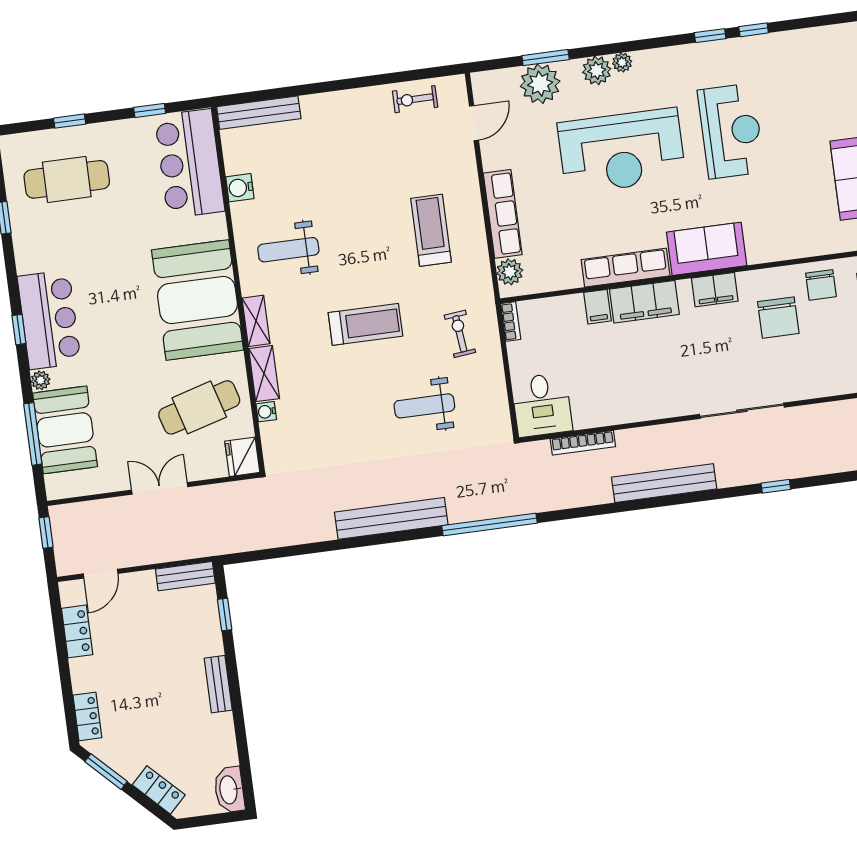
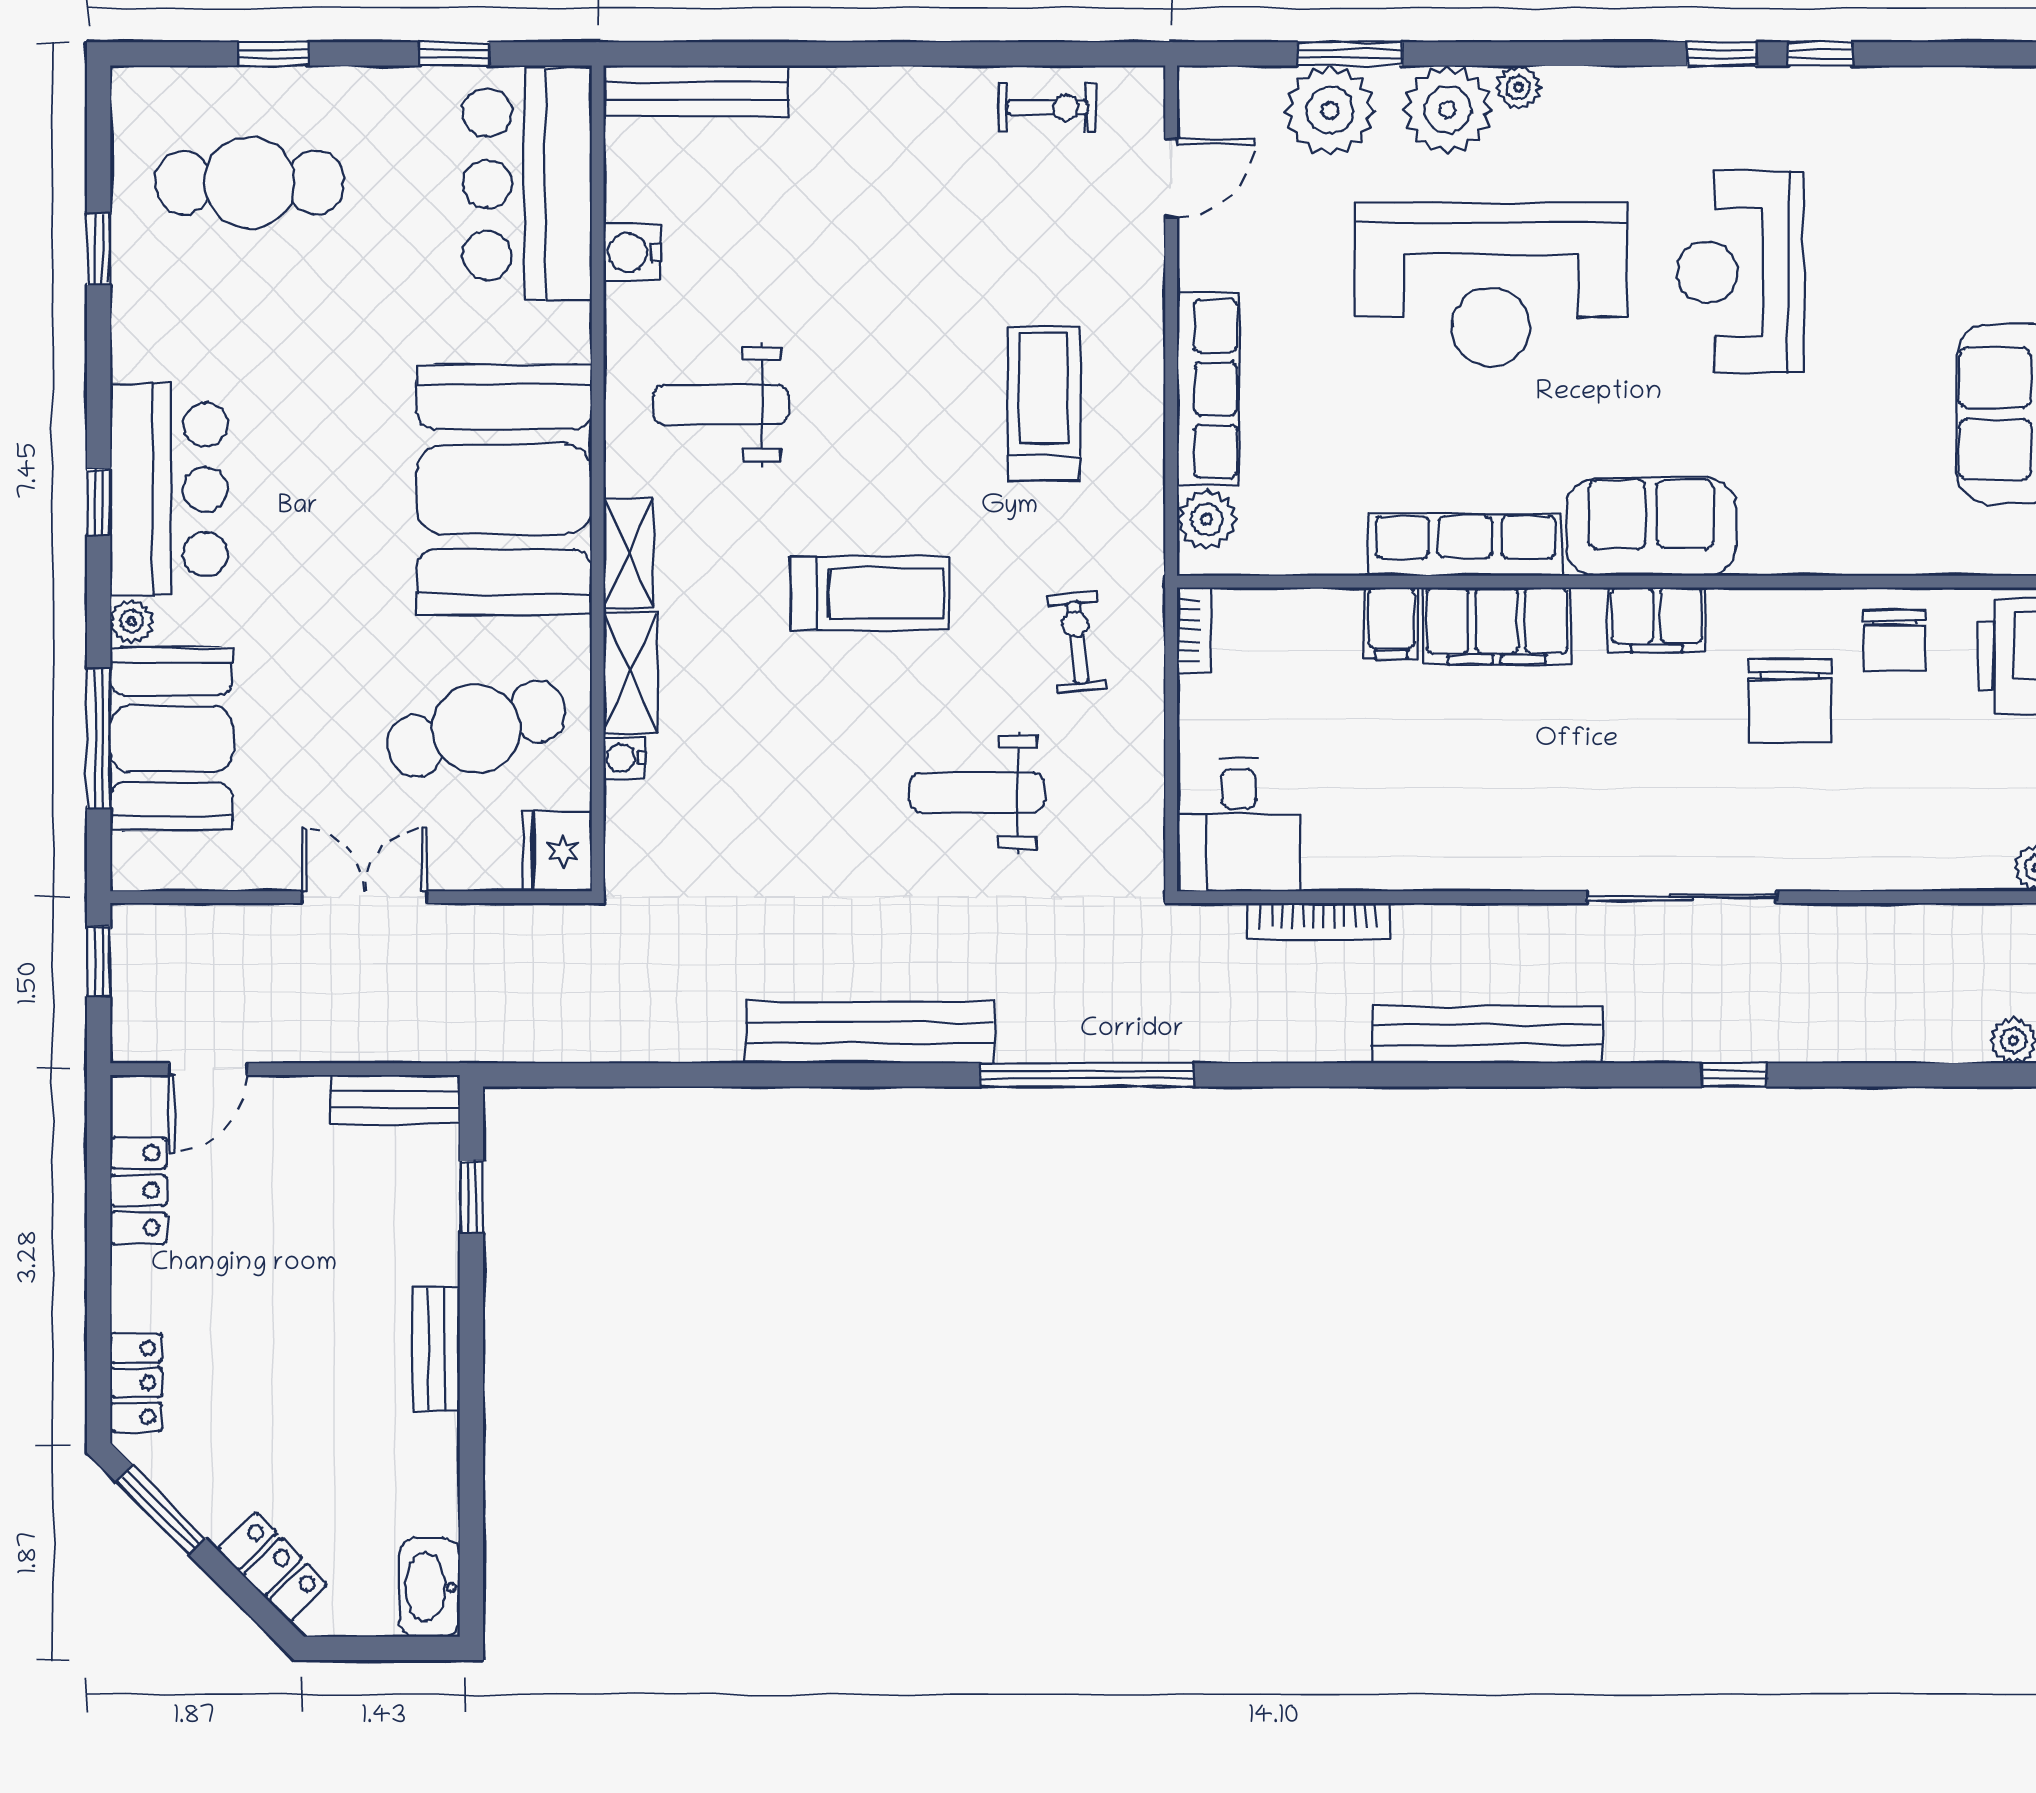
plant: (597, 70) -> (1448, 110), width x1.36, depth x1.36
exercise bike: (415, 99) -> (1047, 108), turned 180
reception desk: (731, 131) -> (1740, 272), turned 180

